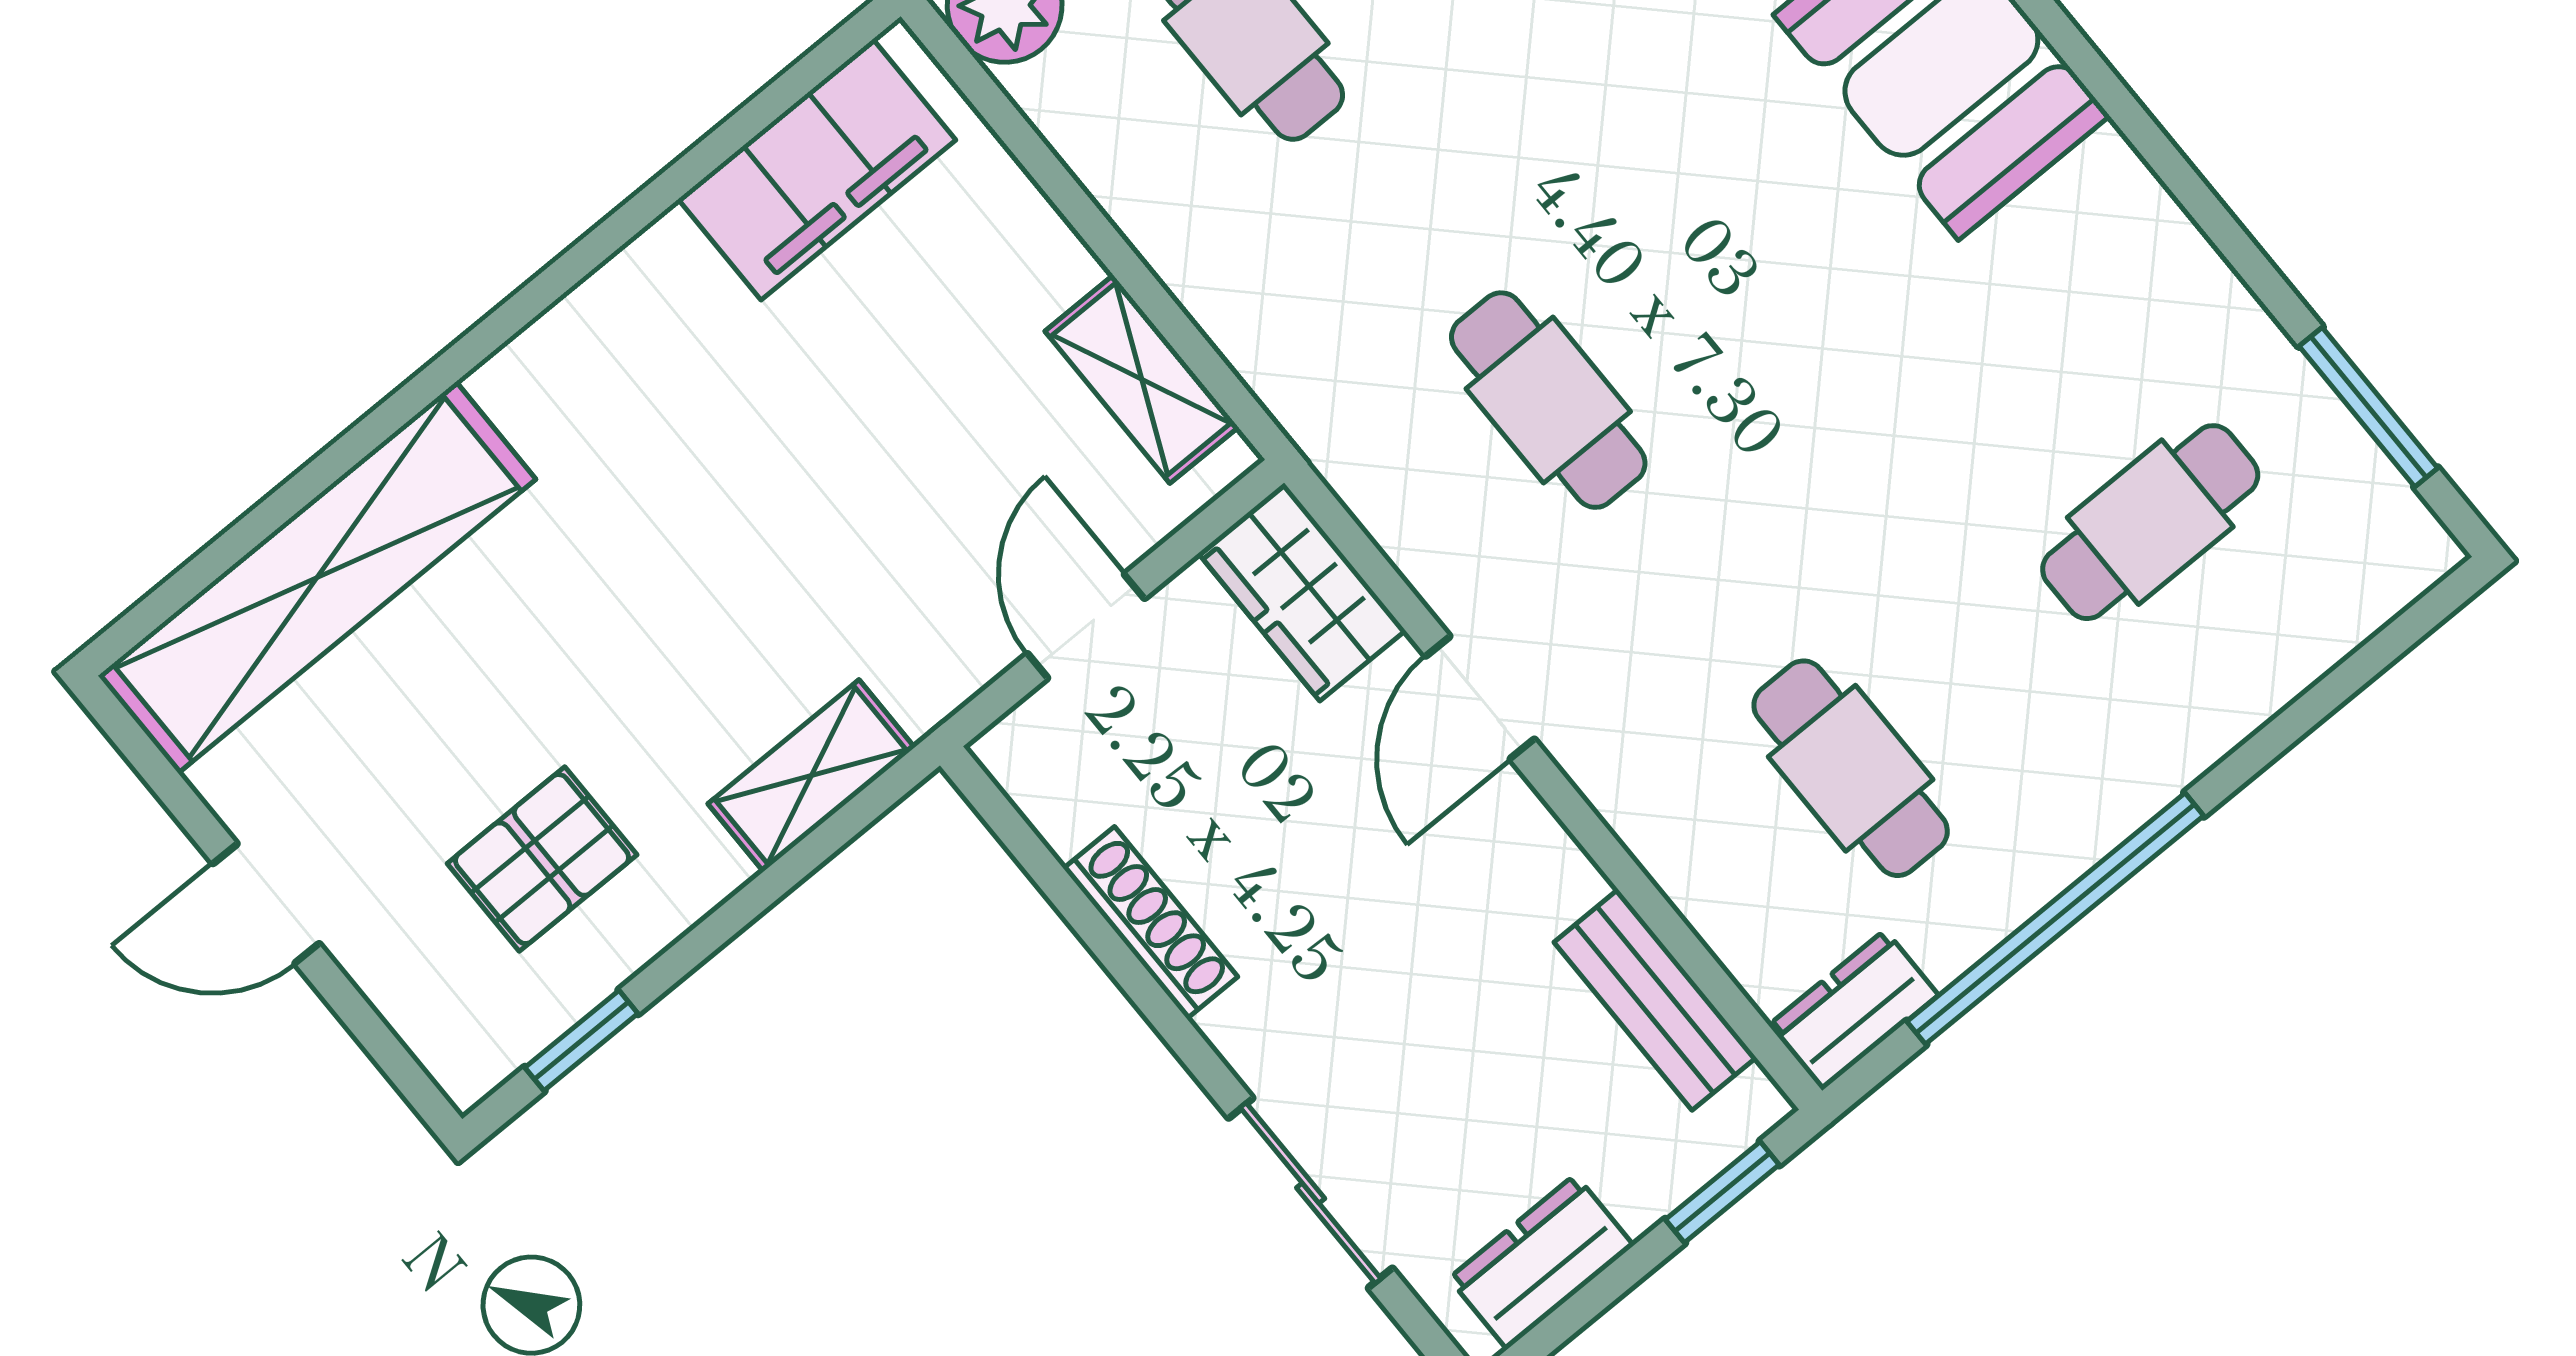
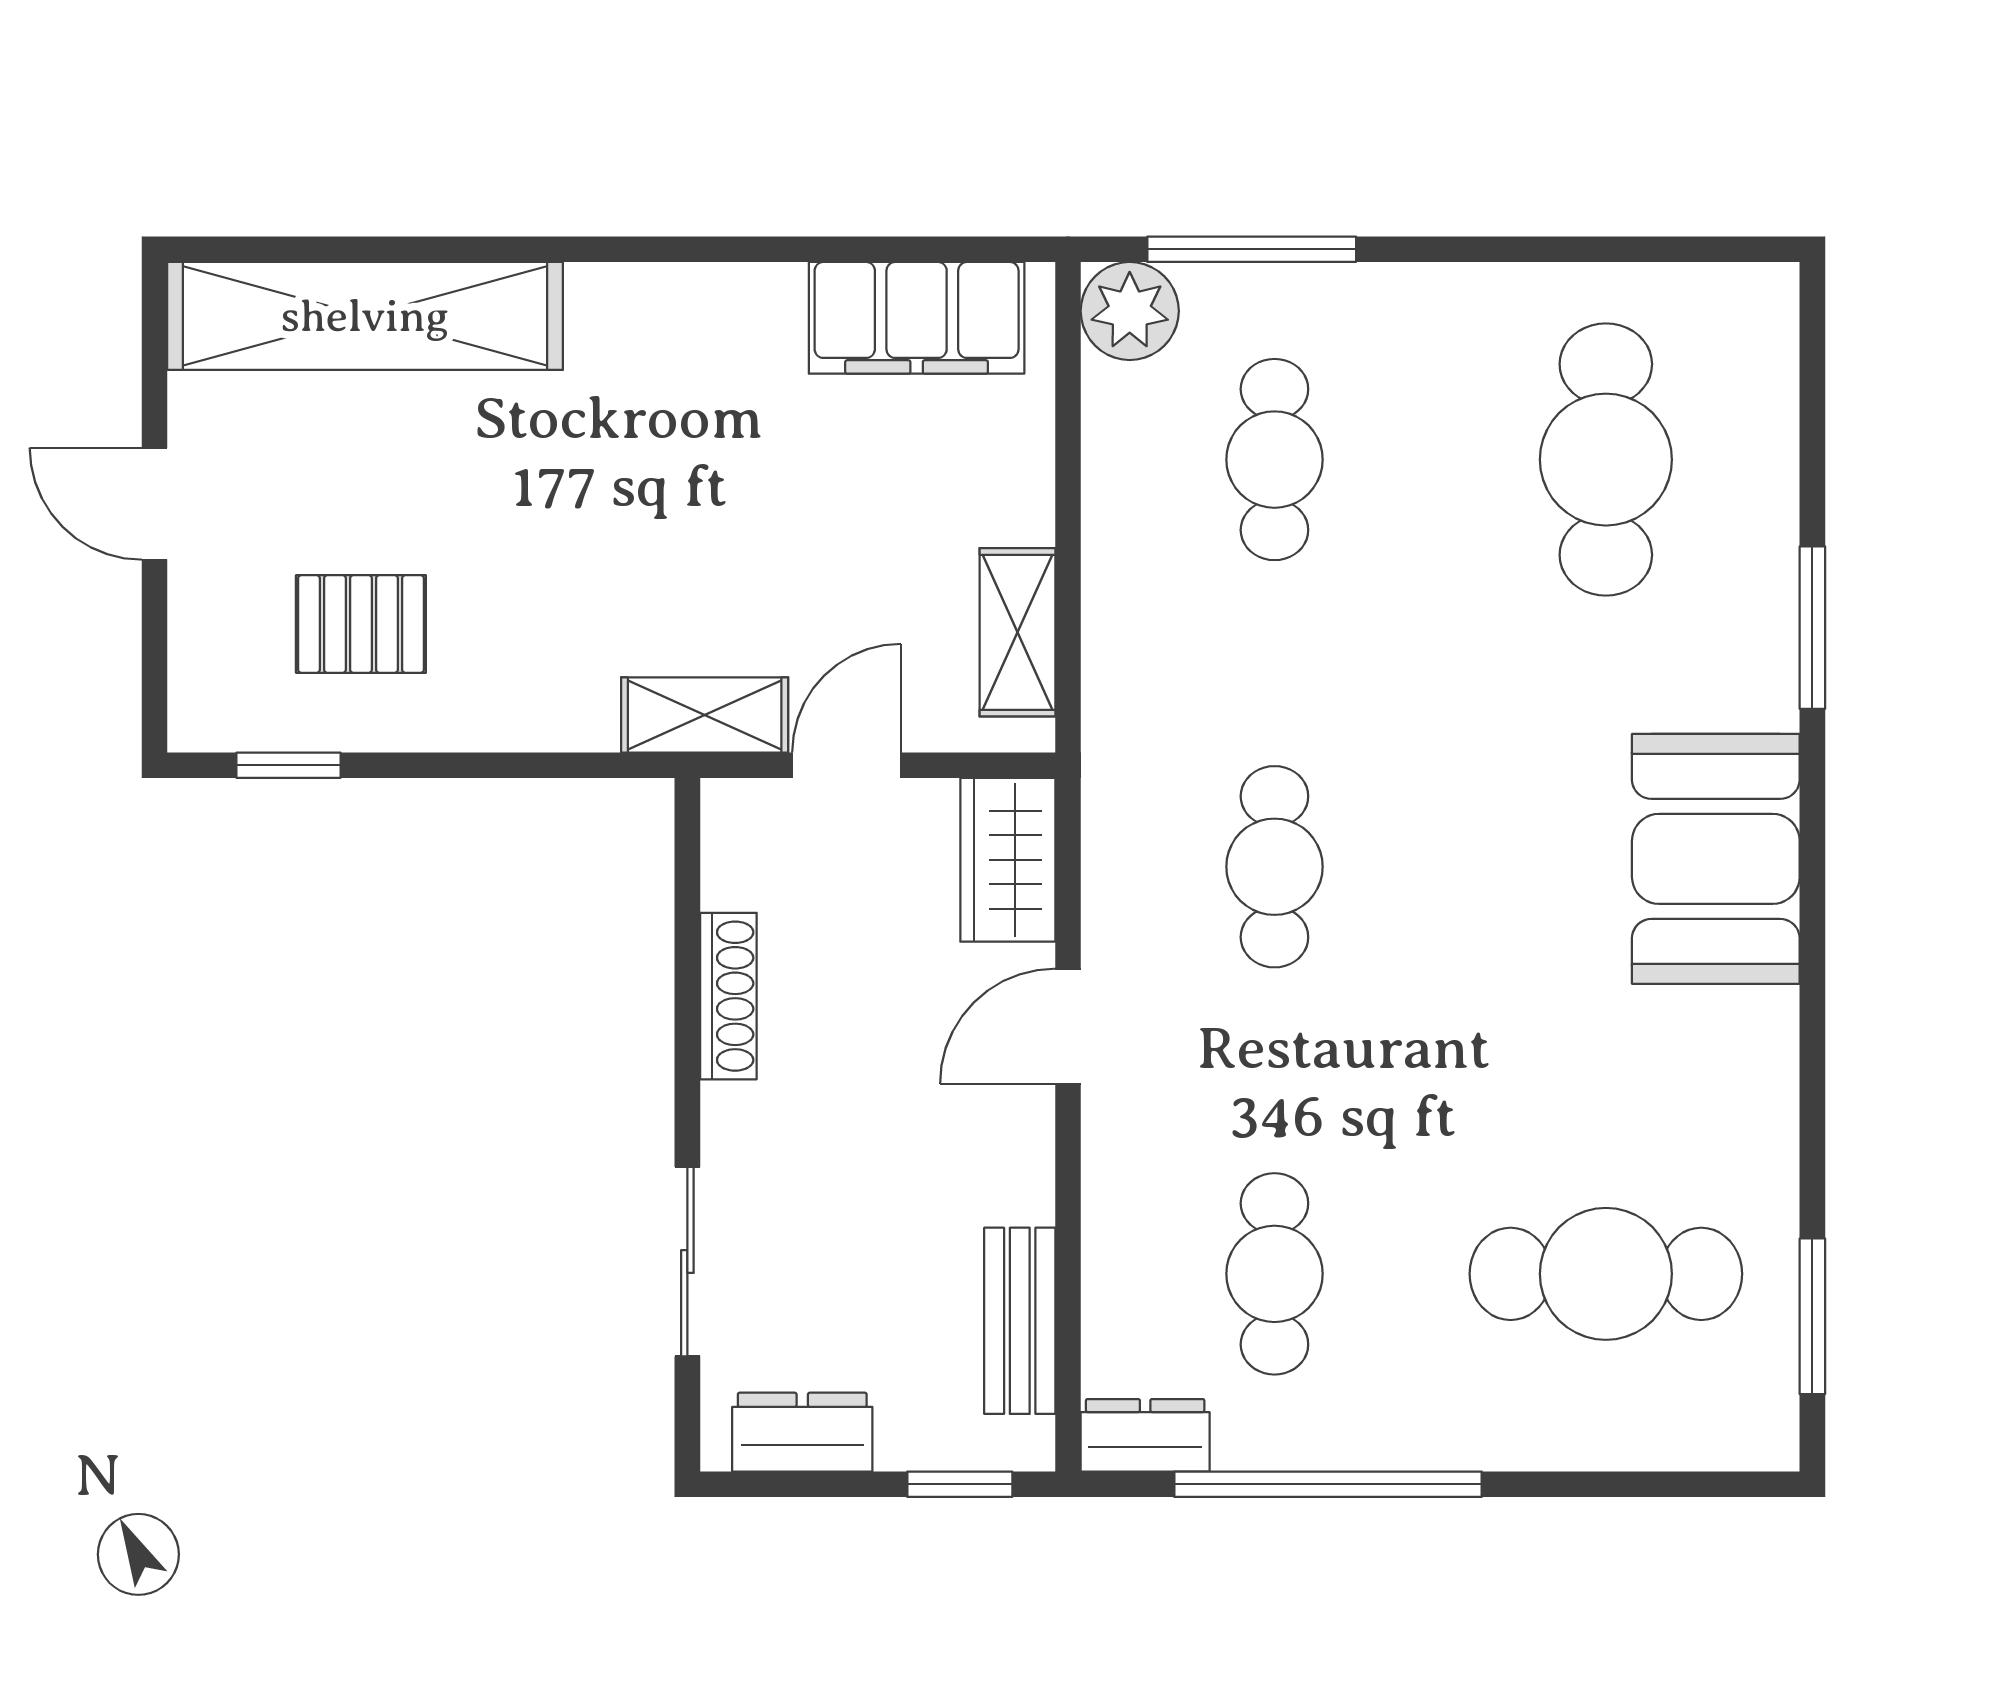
cafe table: (2150, 522) -> (1606, 1274), width x1.37, depth x1.35
shelving: (811, 776) -> (705, 715), moved

